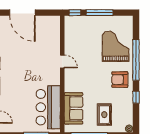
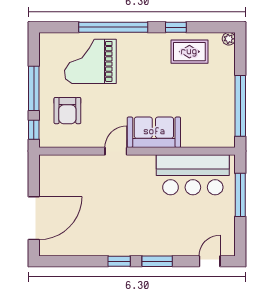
armchair: (120, 80) -> (67, 111), moved
sofa: (73, 108) -> (154, 132), moved
rug: (104, 115) -> (189, 52), moved

